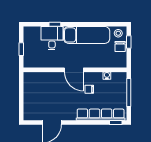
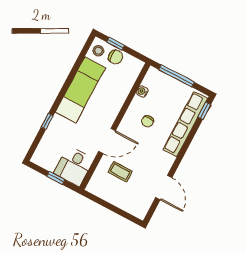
desk: (52, 38) -> (74, 166), moved, turned -90
door: (74, 70) -> (107, 141), moved
coffee table: (47, 89) -> (120, 172), added

